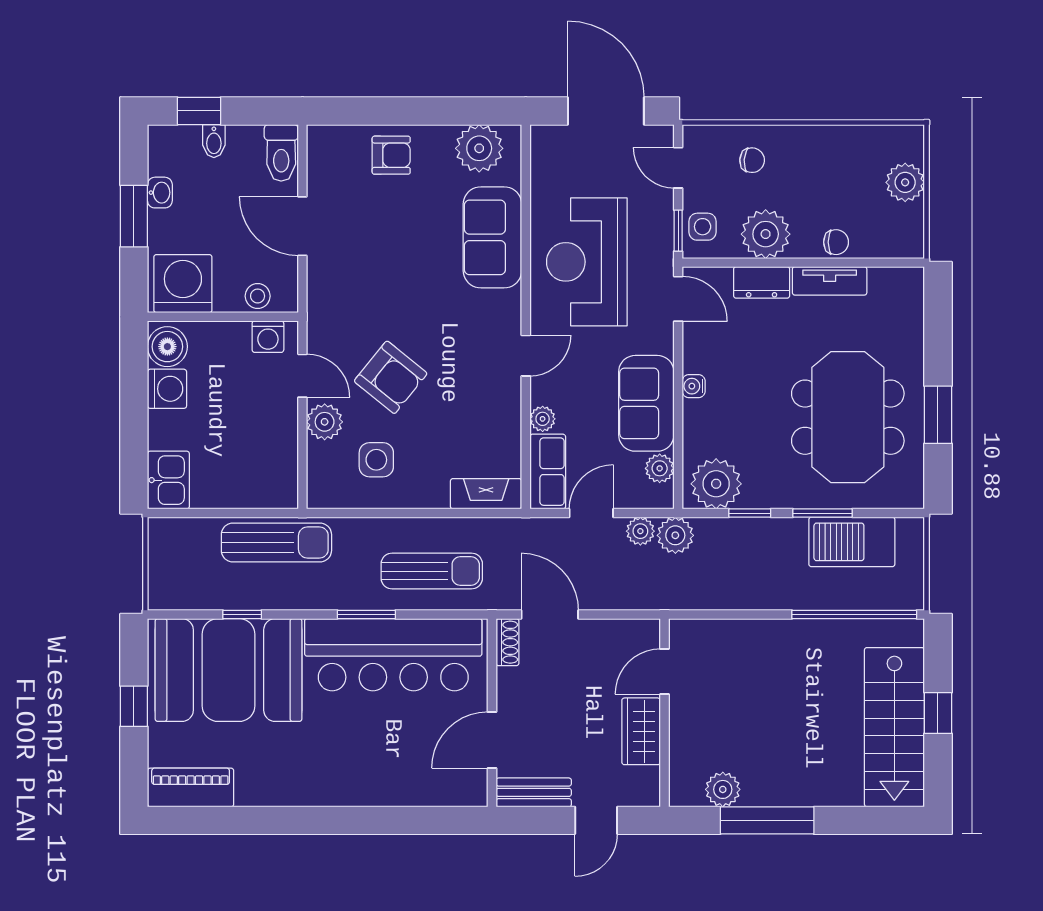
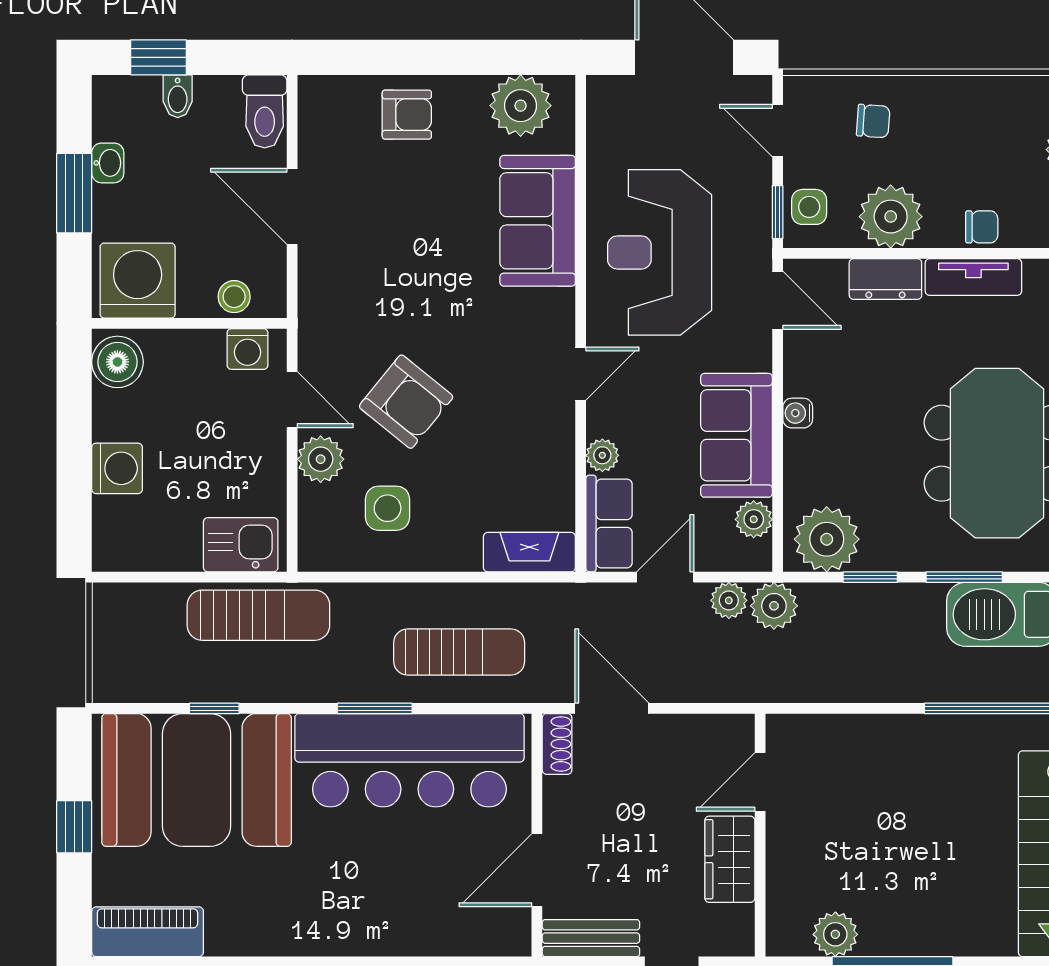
washing machine: (167, 389) -> (117, 468), moved
kitchen sink: (168, 480) -> (241, 545), moved, turned -90

